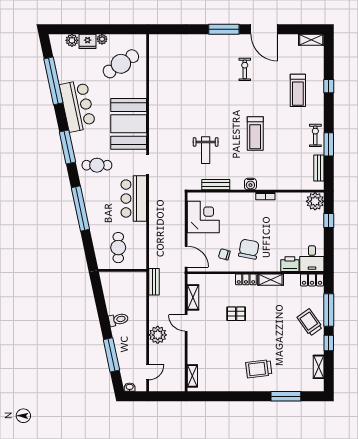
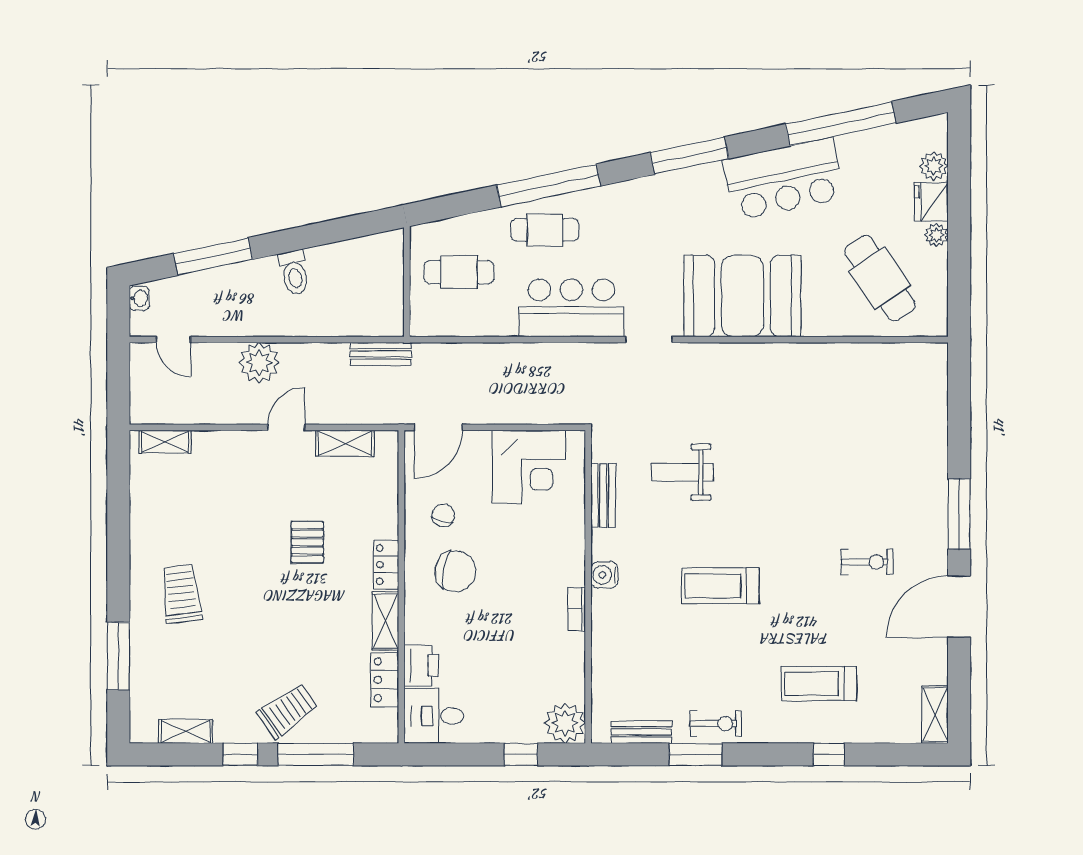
cafe table: (97, 165) -> (545, 230), moved, turned 90
locker: (312, 280) -> (385, 680), moved

